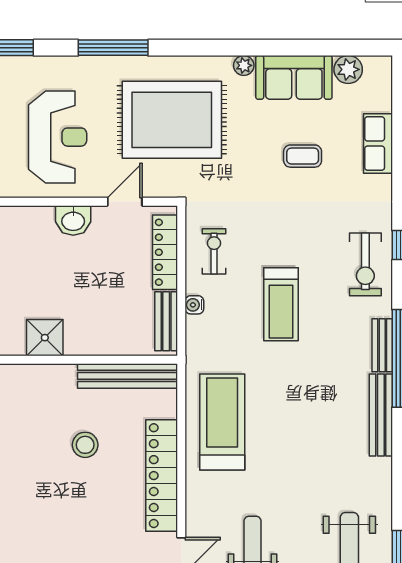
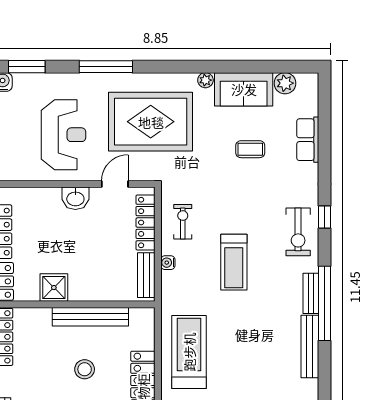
bench: (127, 376) -> (90, 317), moved

